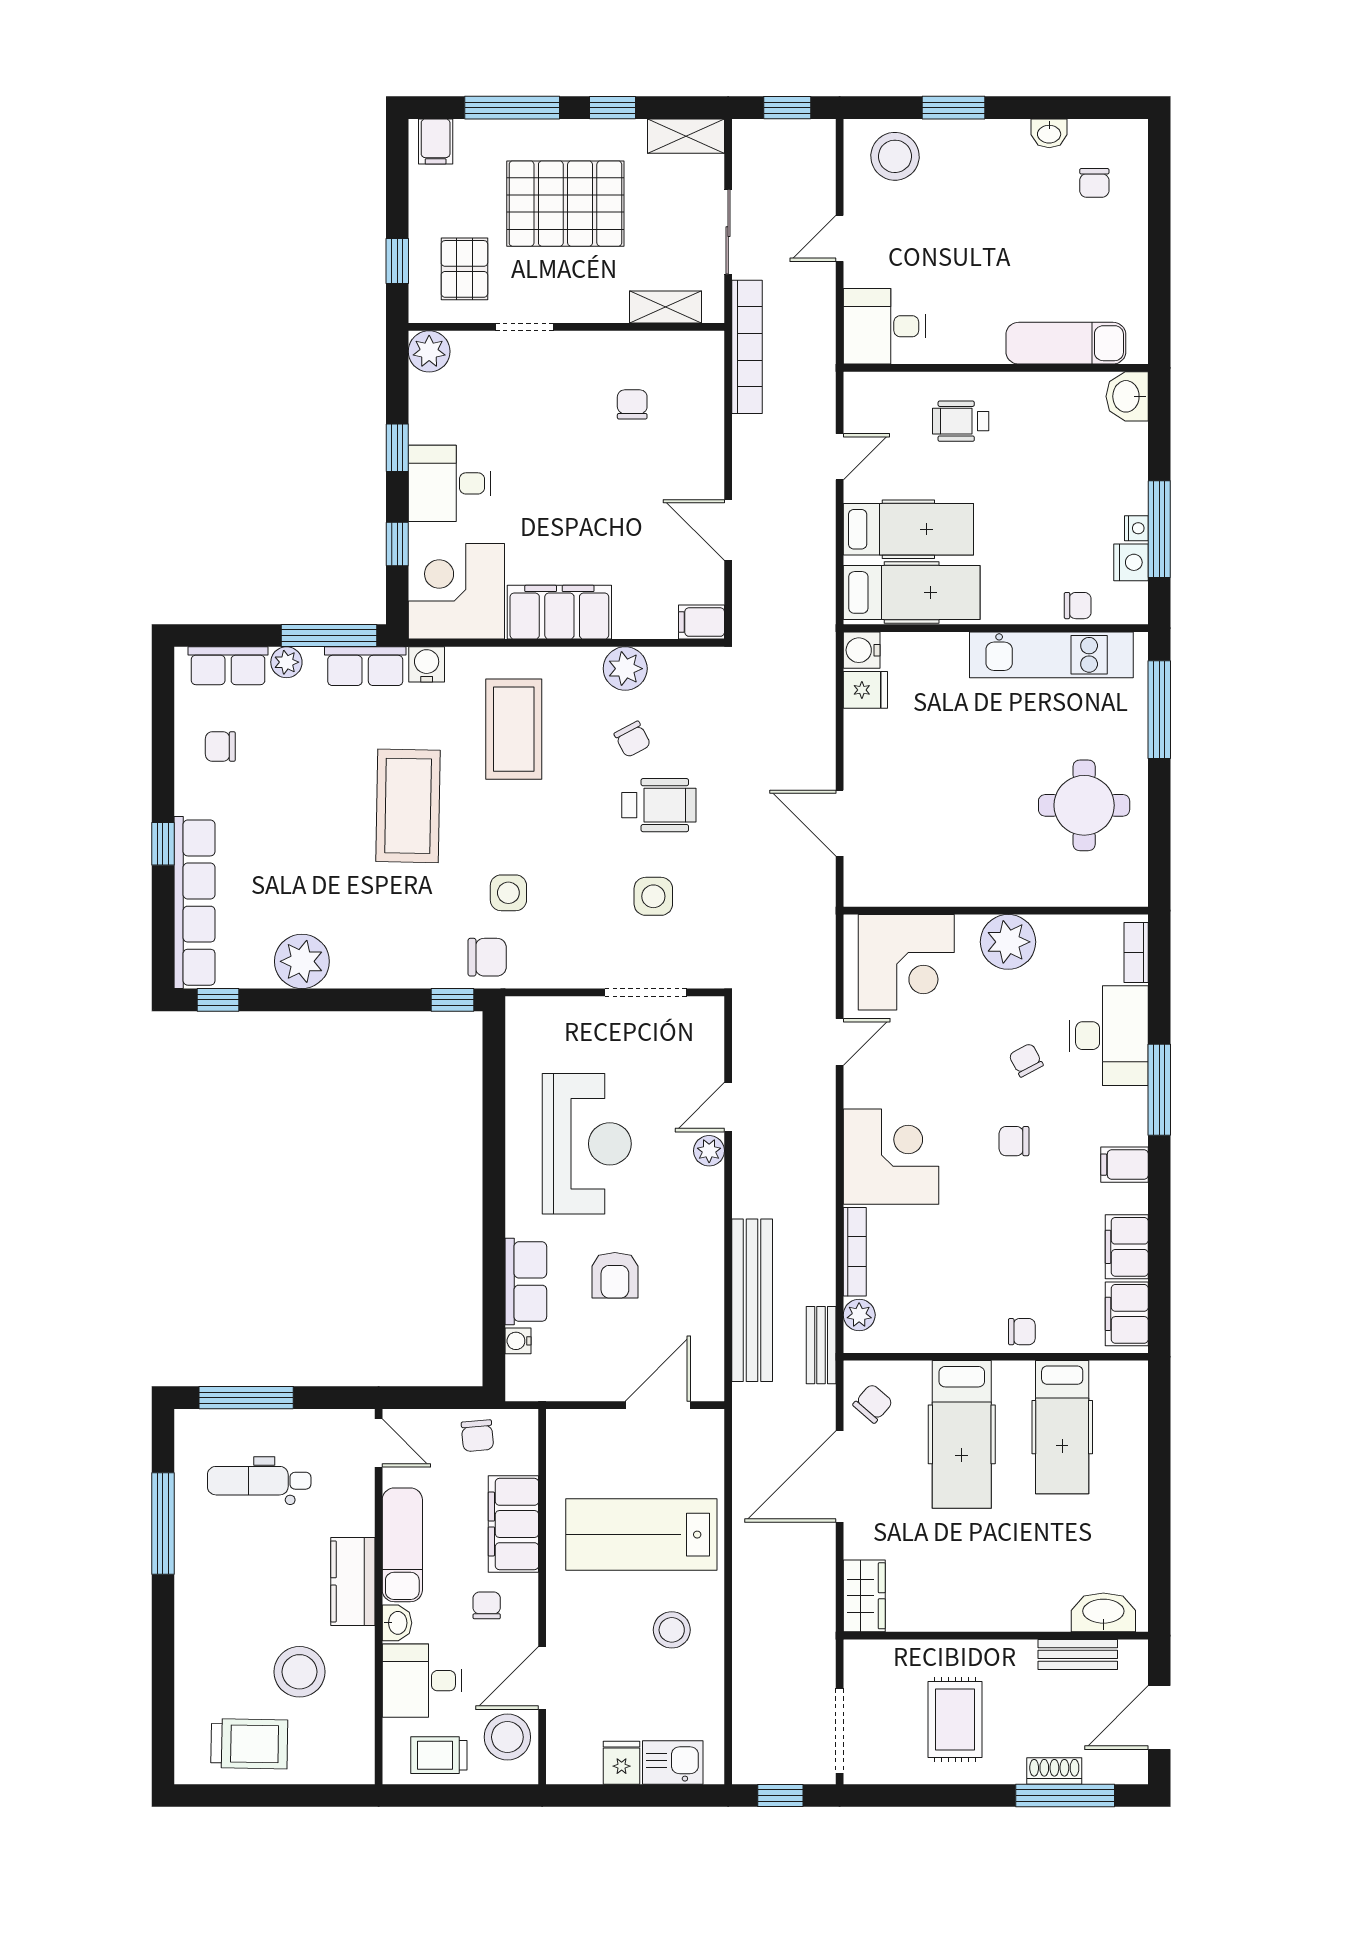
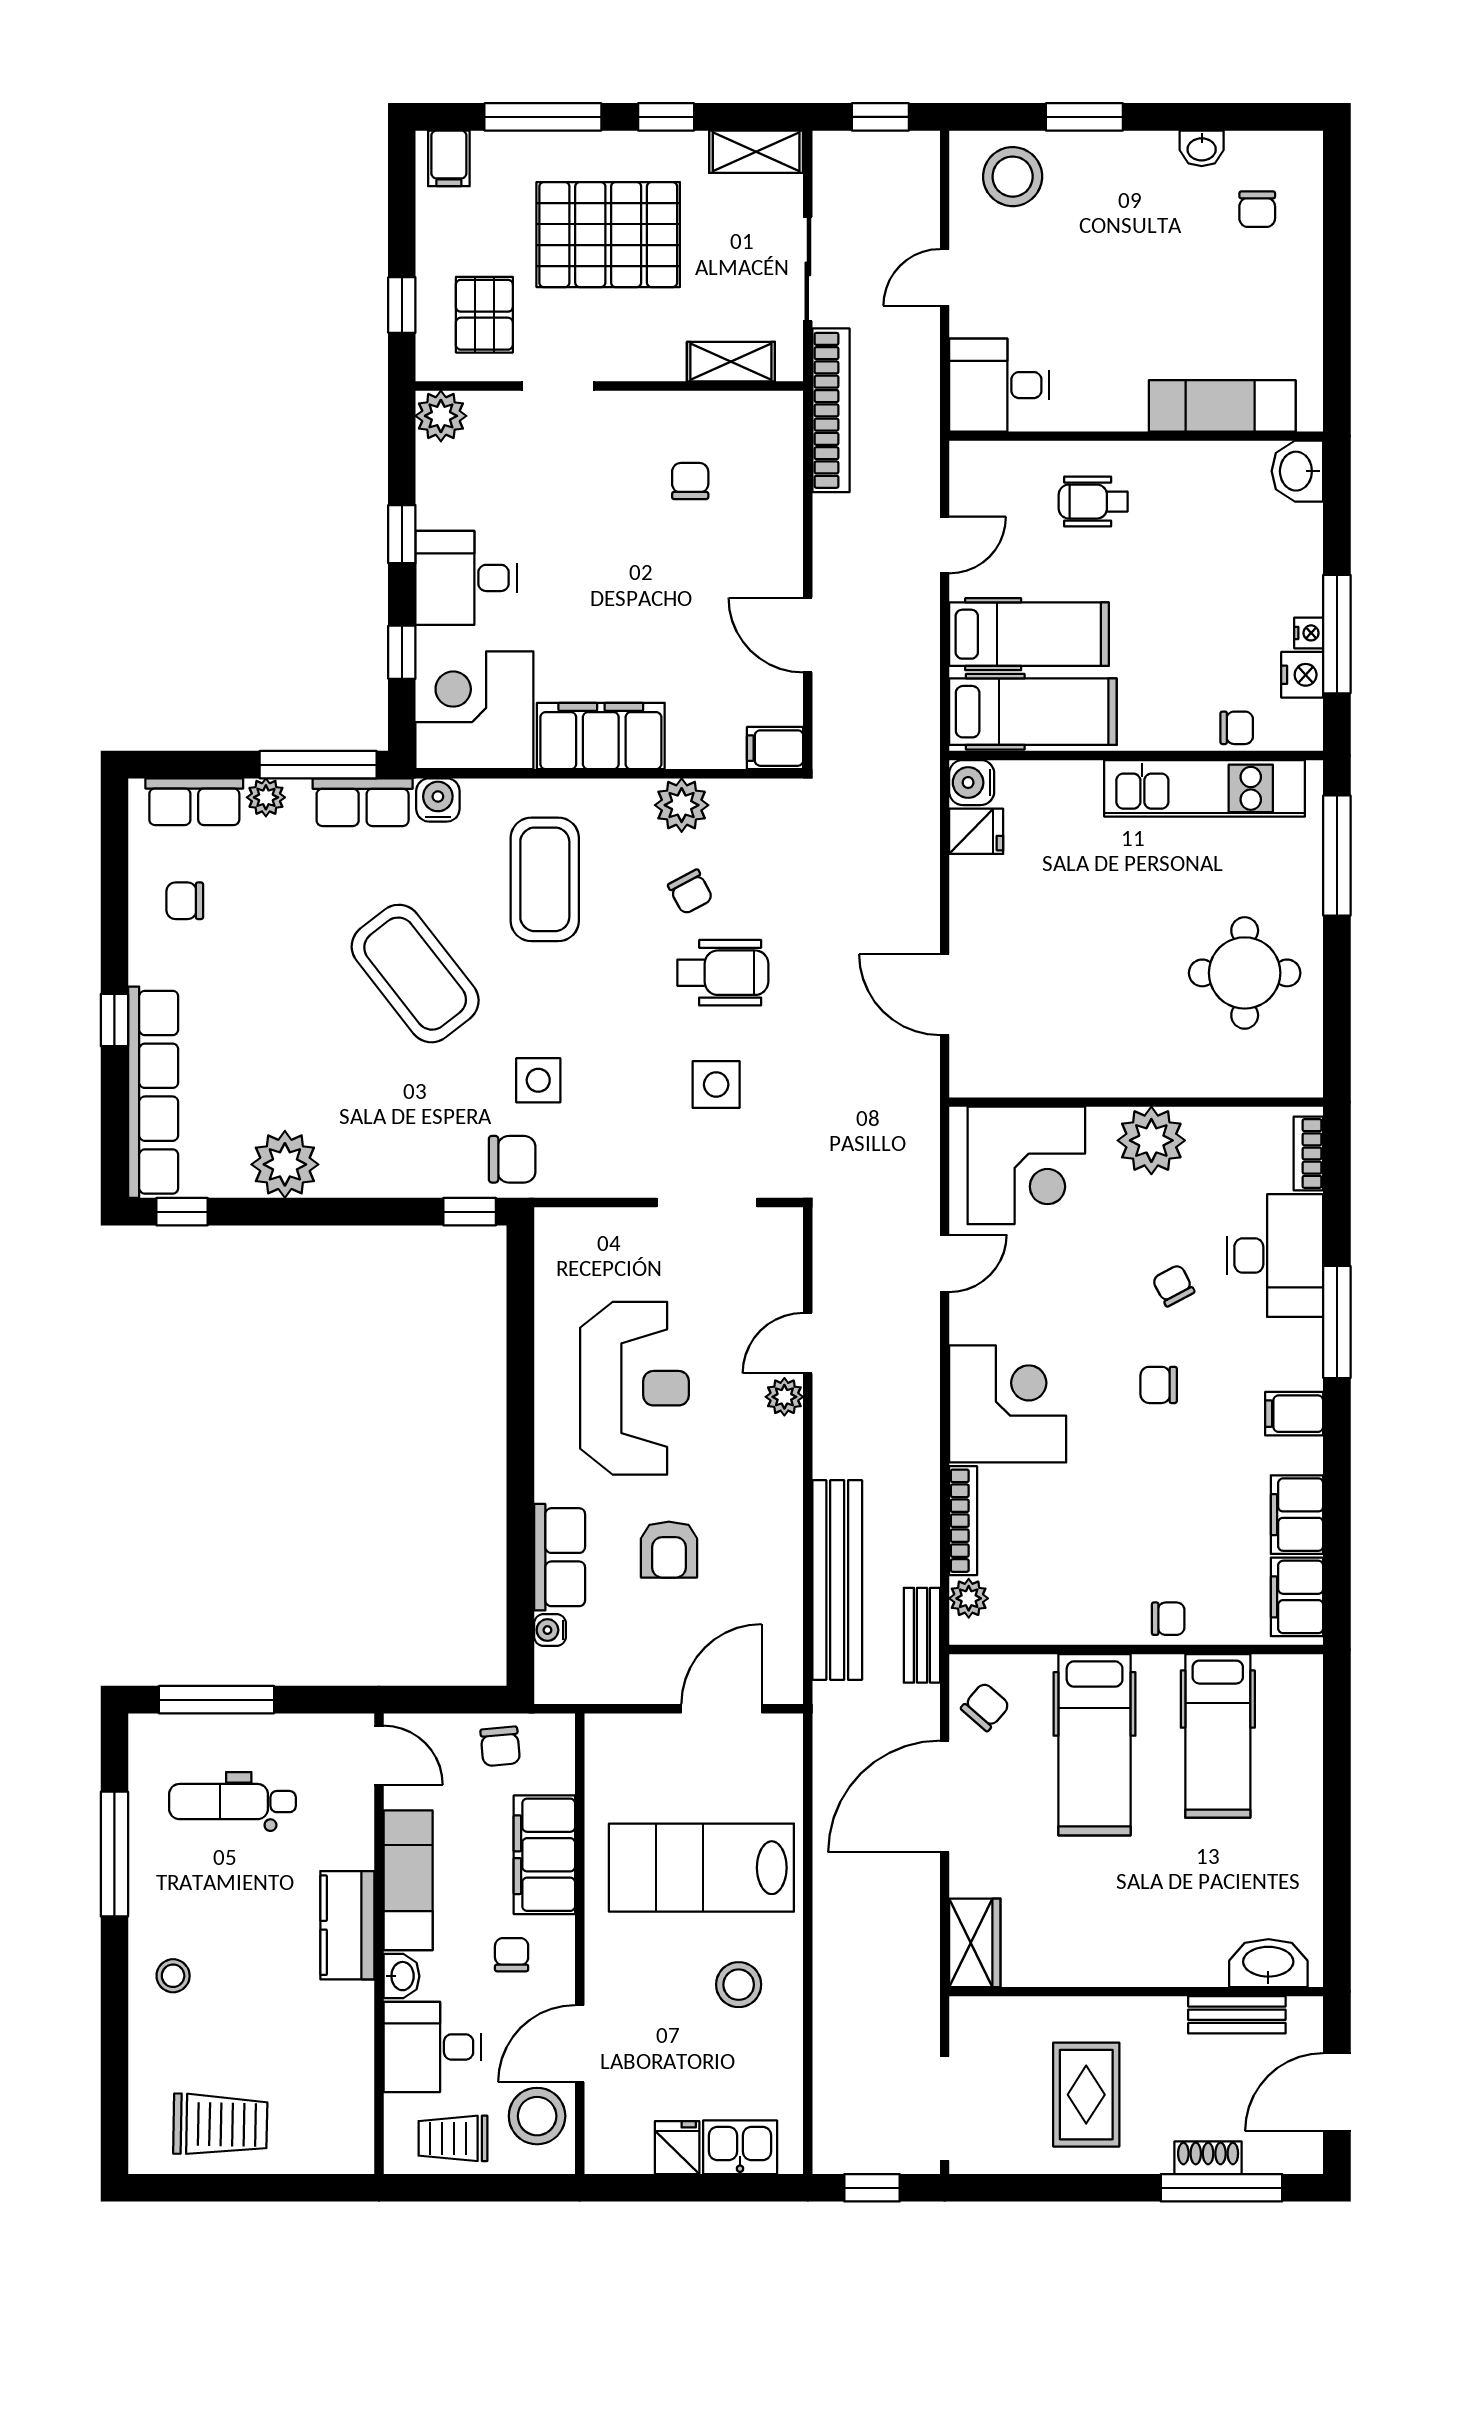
coffee table: (408, 806) -> (415, 974), turned -39
stool: (299, 1672) -> (173, 1976), moved, width x0.53, depth x0.53

